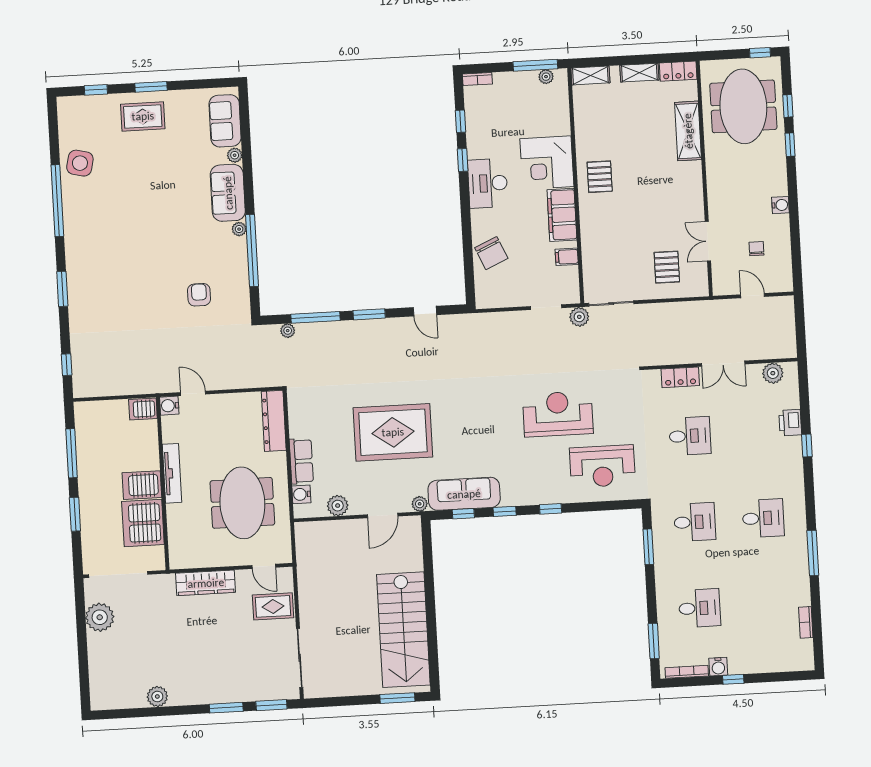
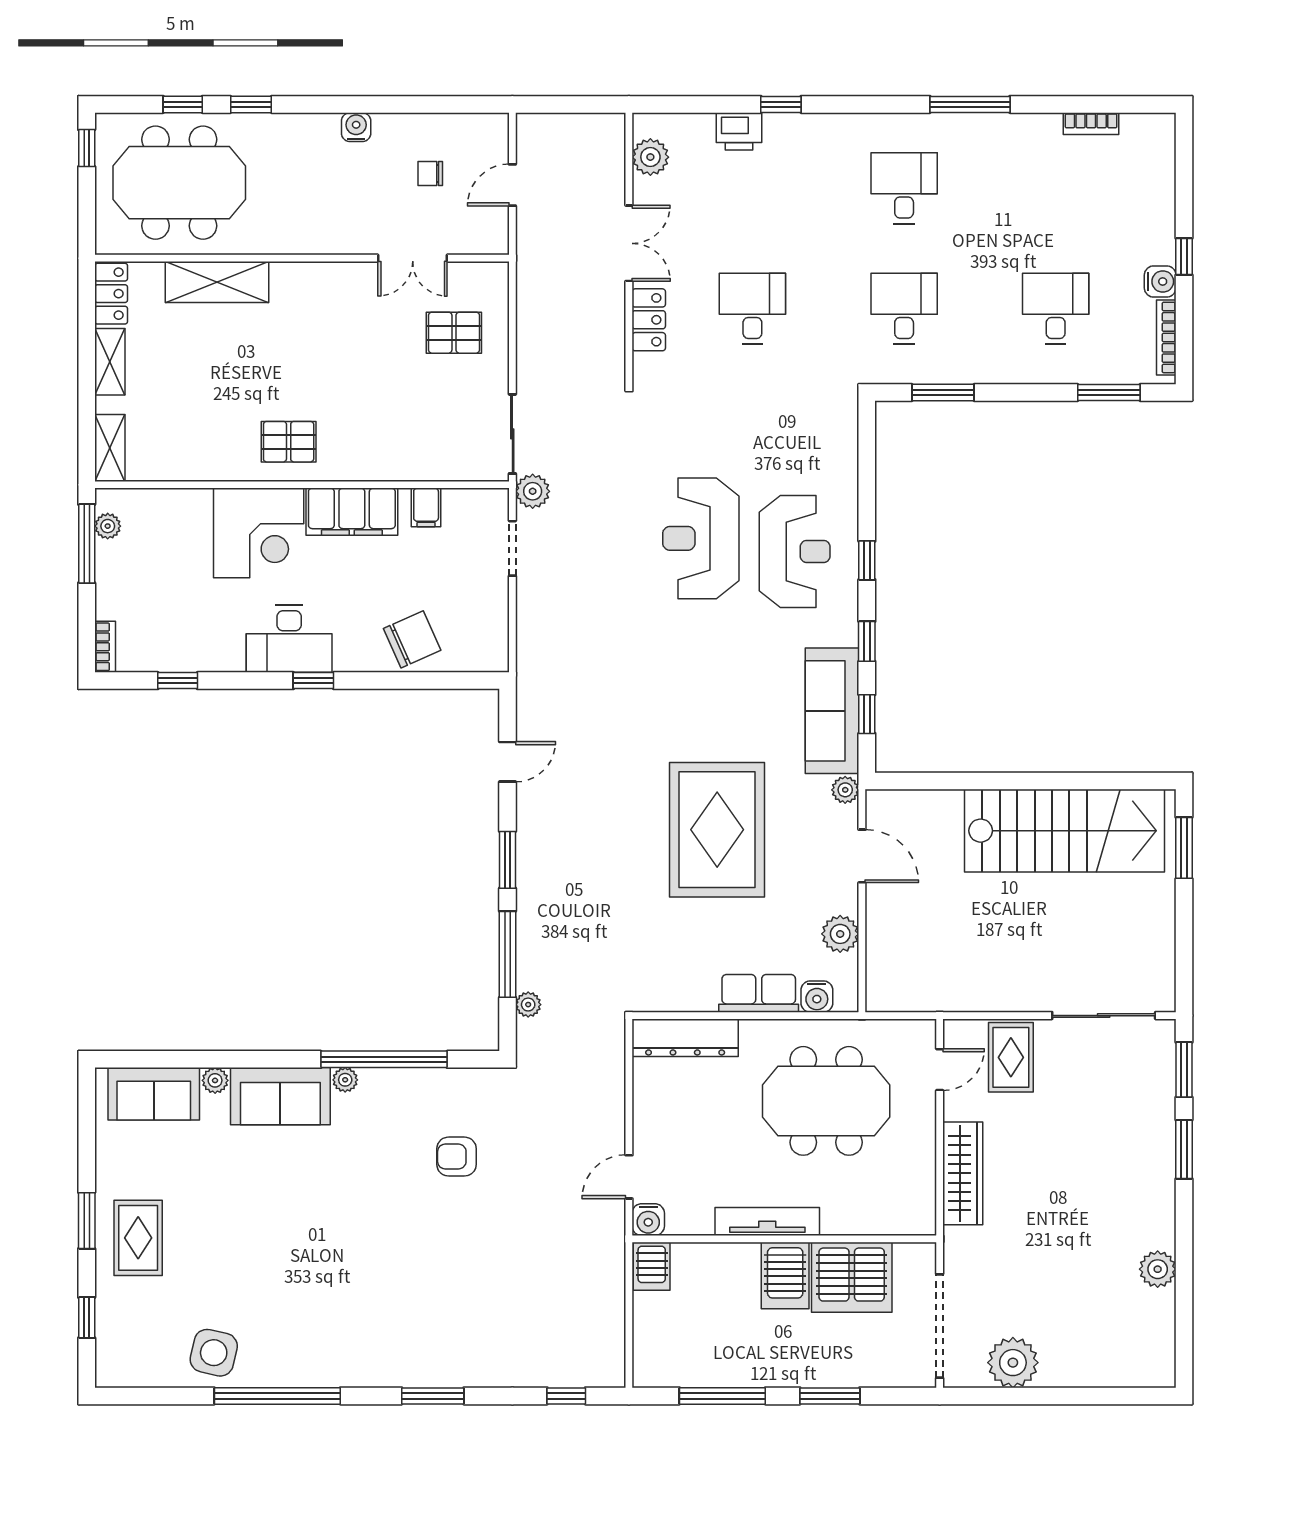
window: (463, 160) -> (313, 681), moved
reception desk: (602, 466) -> (795, 551), moved

